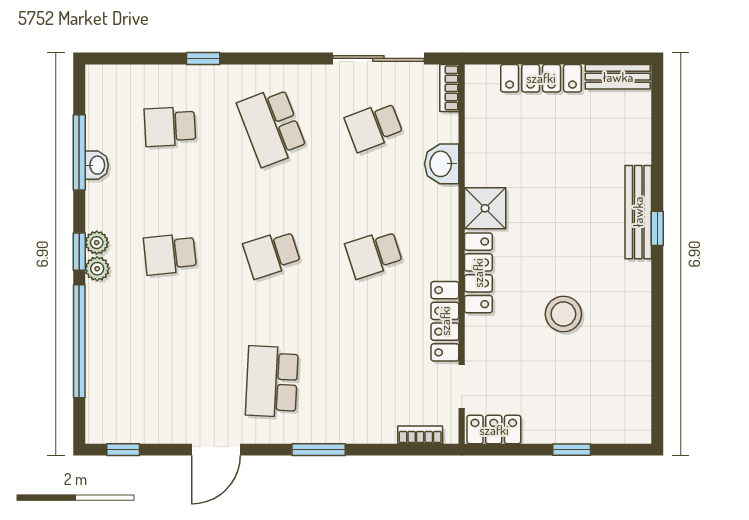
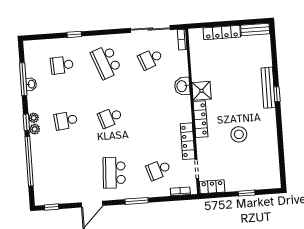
washbasin: (442, 164) -> (182, 86), moved
school desk: (374, 254) -> (158, 170), moved

